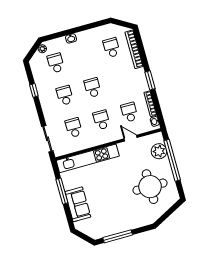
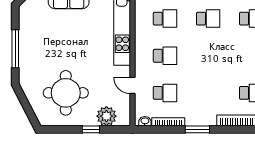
school desk: (93, 88) -> (208, 56), removed
door: (131, 138) -> (132, 85), swing flipped
window: (172, 160) -> (91, 129), width x0.32
window: (118, 236) -> (15, 49), moved

